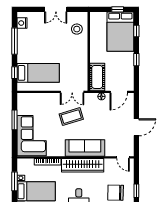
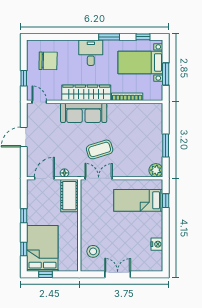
nightstand: (22, 23) -> (157, 244), moved
window: (14, 41) -> (166, 237), removed
plant: (23, 99) -> (156, 170), added
corner sofa: (32, 136) -> (146, 127), removed
window: (136, 191) -> (24, 78), moved

